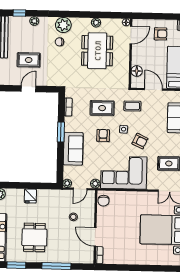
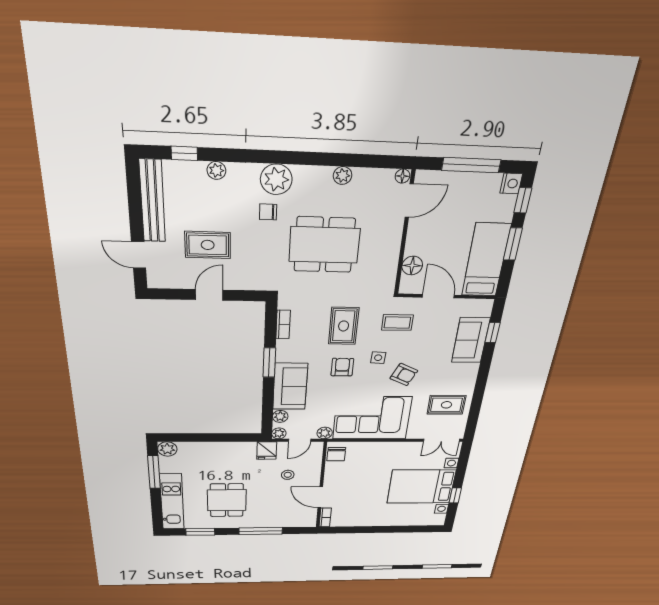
window: (160, 16) -> (471, 165), added
armchair: (161, 34) -> (466, 199), removed
dining table: (97, 51) -> (324, 245), moved, turned 90
rug: (102, 108) -> (344, 326), turned 90
plant: (68, 170) -> (280, 416), added
fridge: (30, 196) -> (267, 451), moved

